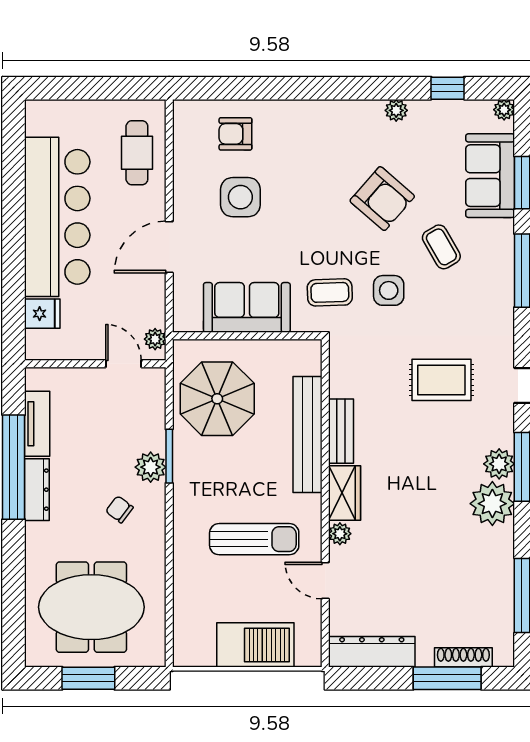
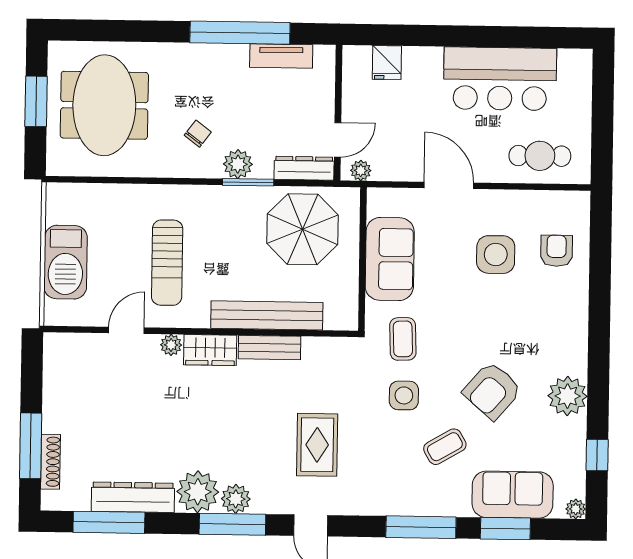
plant: (396, 110) -> (568, 396), width x1.88, depth x1.88
bar counter: (57, 217) -> (500, 79), width x0.73
dresser: (37, 490) -> (304, 168), moved, turned 180
dresser: (372, 652) -> (133, 497), moved, turned -90

